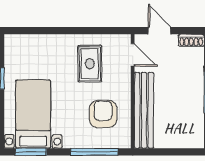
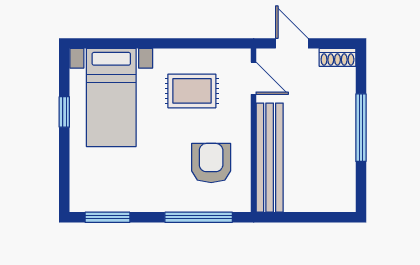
rug: (90, 64) -> (192, 91), turned 90
bed with nightstands: (33, 114) -> (111, 98), moved, turned 180

